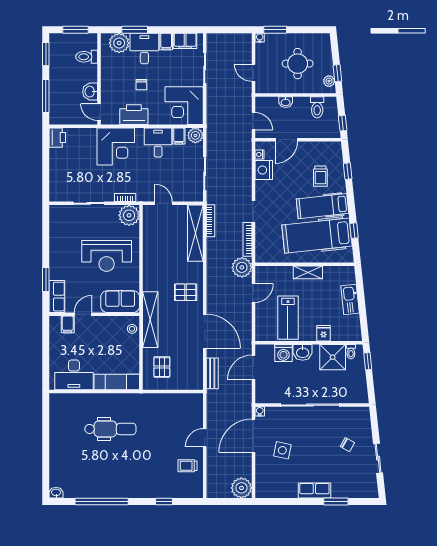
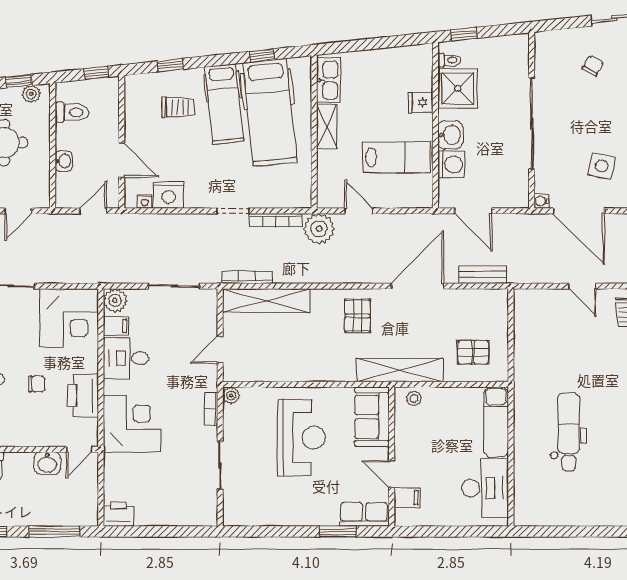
plant: (129, 215) -> (231, 396), width x0.53, depth x0.53
kitchen sink: (350, 299) -> (329, 80), moved, turned -84

